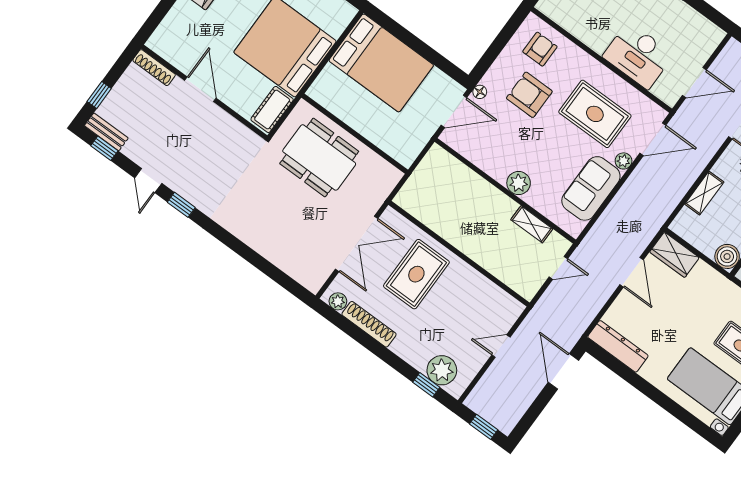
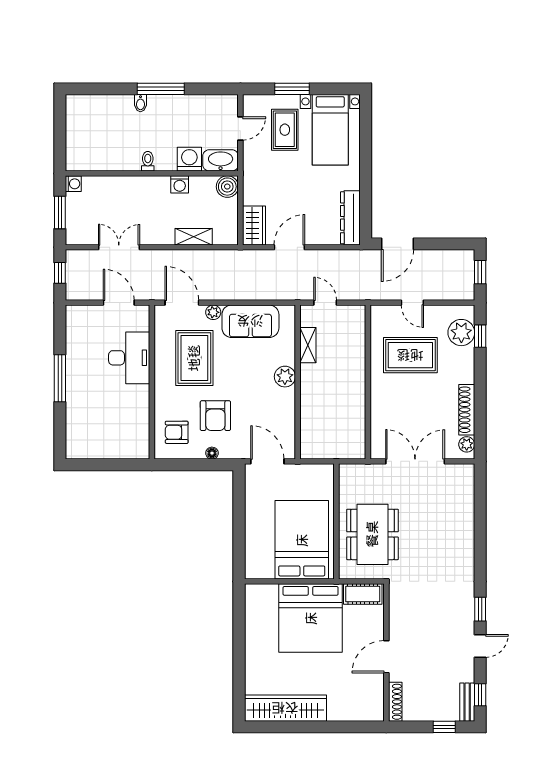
bed: (381, 63) -> (302, 540), moved
floor lamp: (480, 92) -> (212, 453), moved
rug: (416, 274) -> (410, 355), moved

